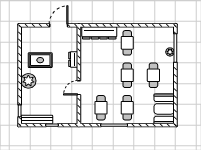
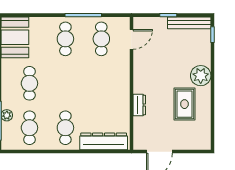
rug: (40, 60) -> (184, 104), turned 90
cafe table: (127, 75) -> (29, 128), moved
door: (79, 88) -> (131, 39), moved

